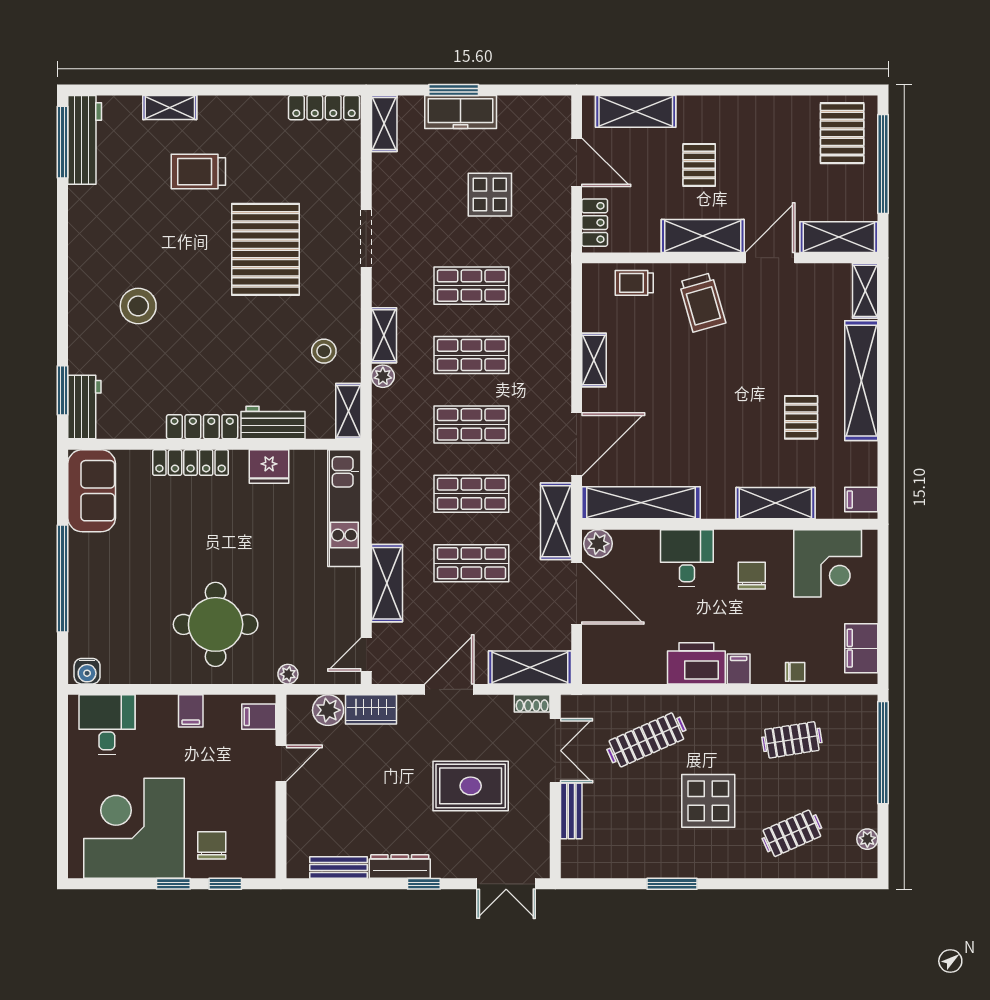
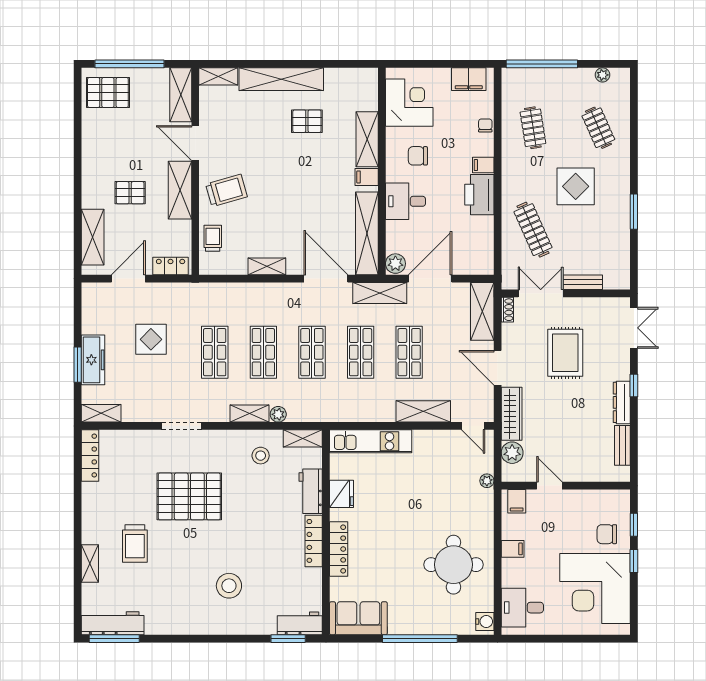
trolley: (634, 283) -> (213, 238), turned 180
filing cabinet: (861, 499) -> (367, 177), moved, turned 90
round table: (216, 624) -> (453, 565), moved
wardrobe: (371, 709) -> (512, 414), width x1.50

